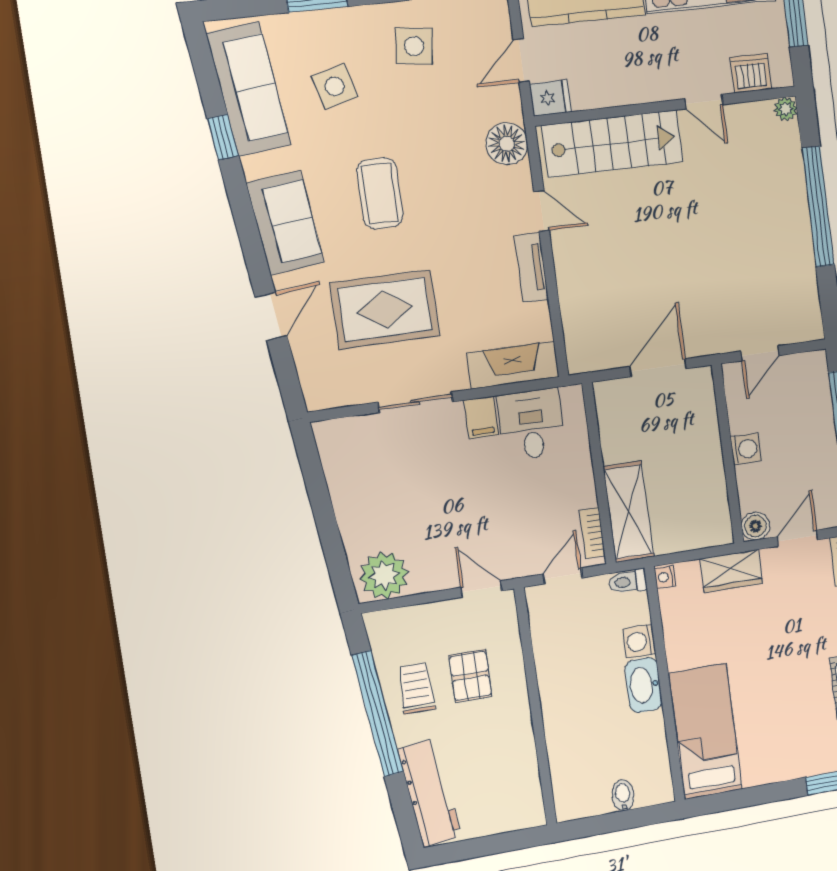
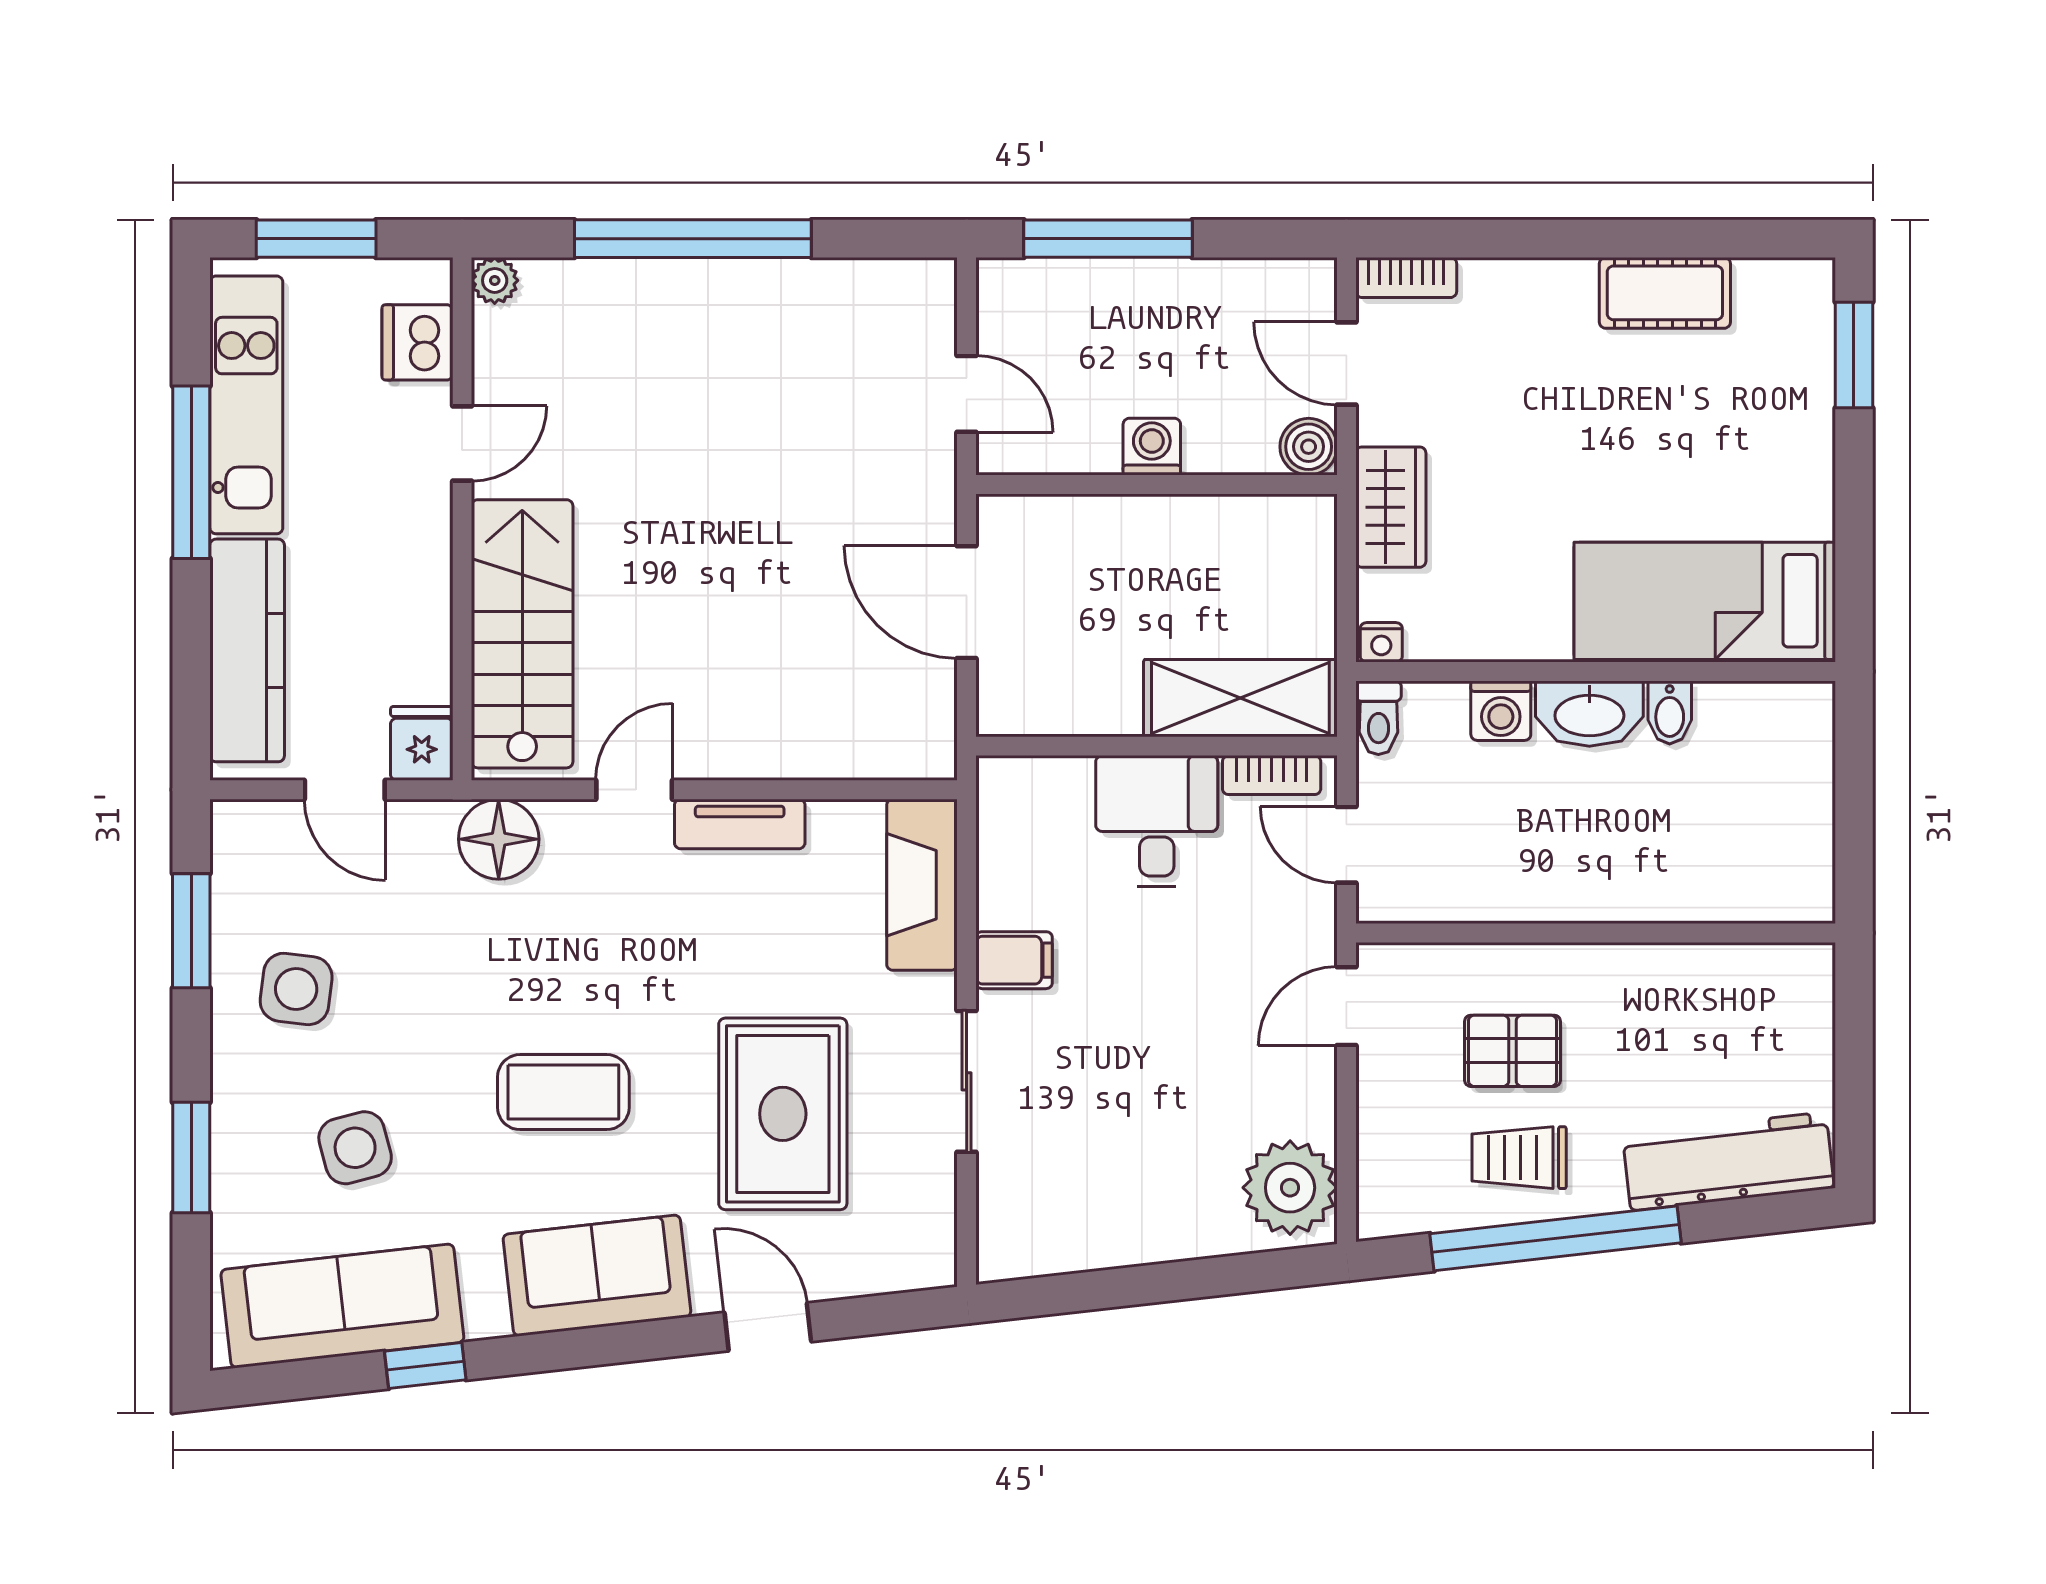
desk: (531, 424) -> (1157, 821), moved, turned 90
bidet: (623, 795) -> (1670, 712), moved, turned -90

